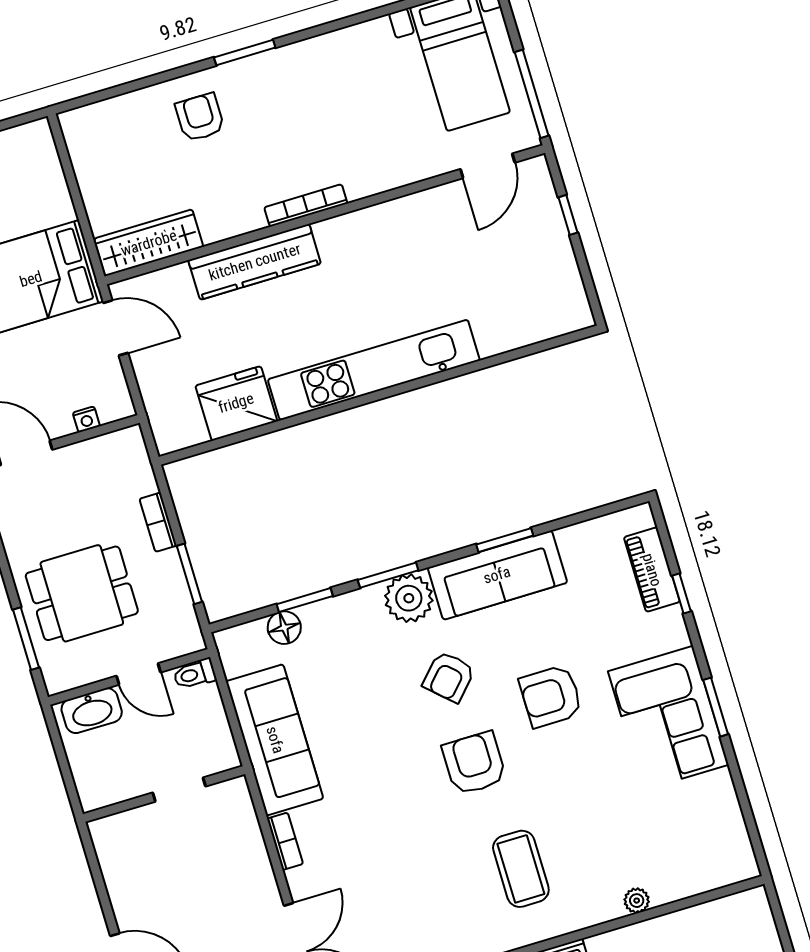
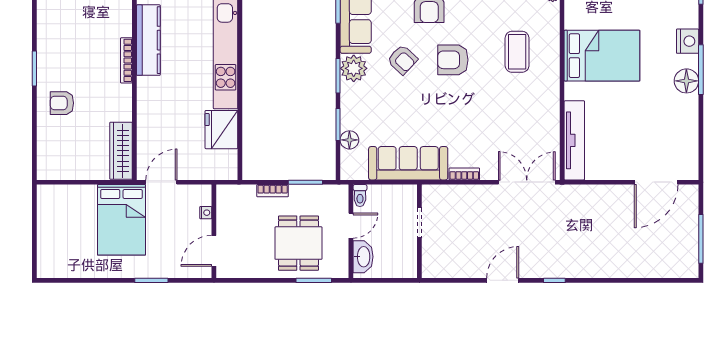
kitchen counter: (255, 262) -> (148, 40), moved
coffee table: (521, 869) -> (517, 52), turned 90

